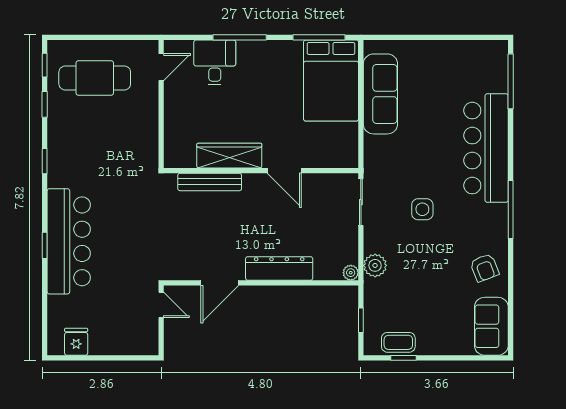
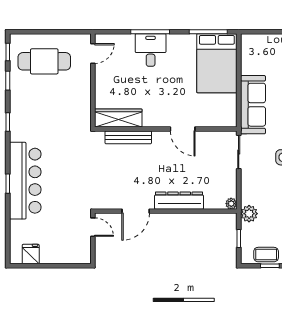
desk: (215, 62) -> (151, 50), moved
sofa: (380, 94) -> (253, 105), moved
wardrobe: (229, 156) -> (118, 118), moved
plant: (375, 265) -> (249, 214), moved

